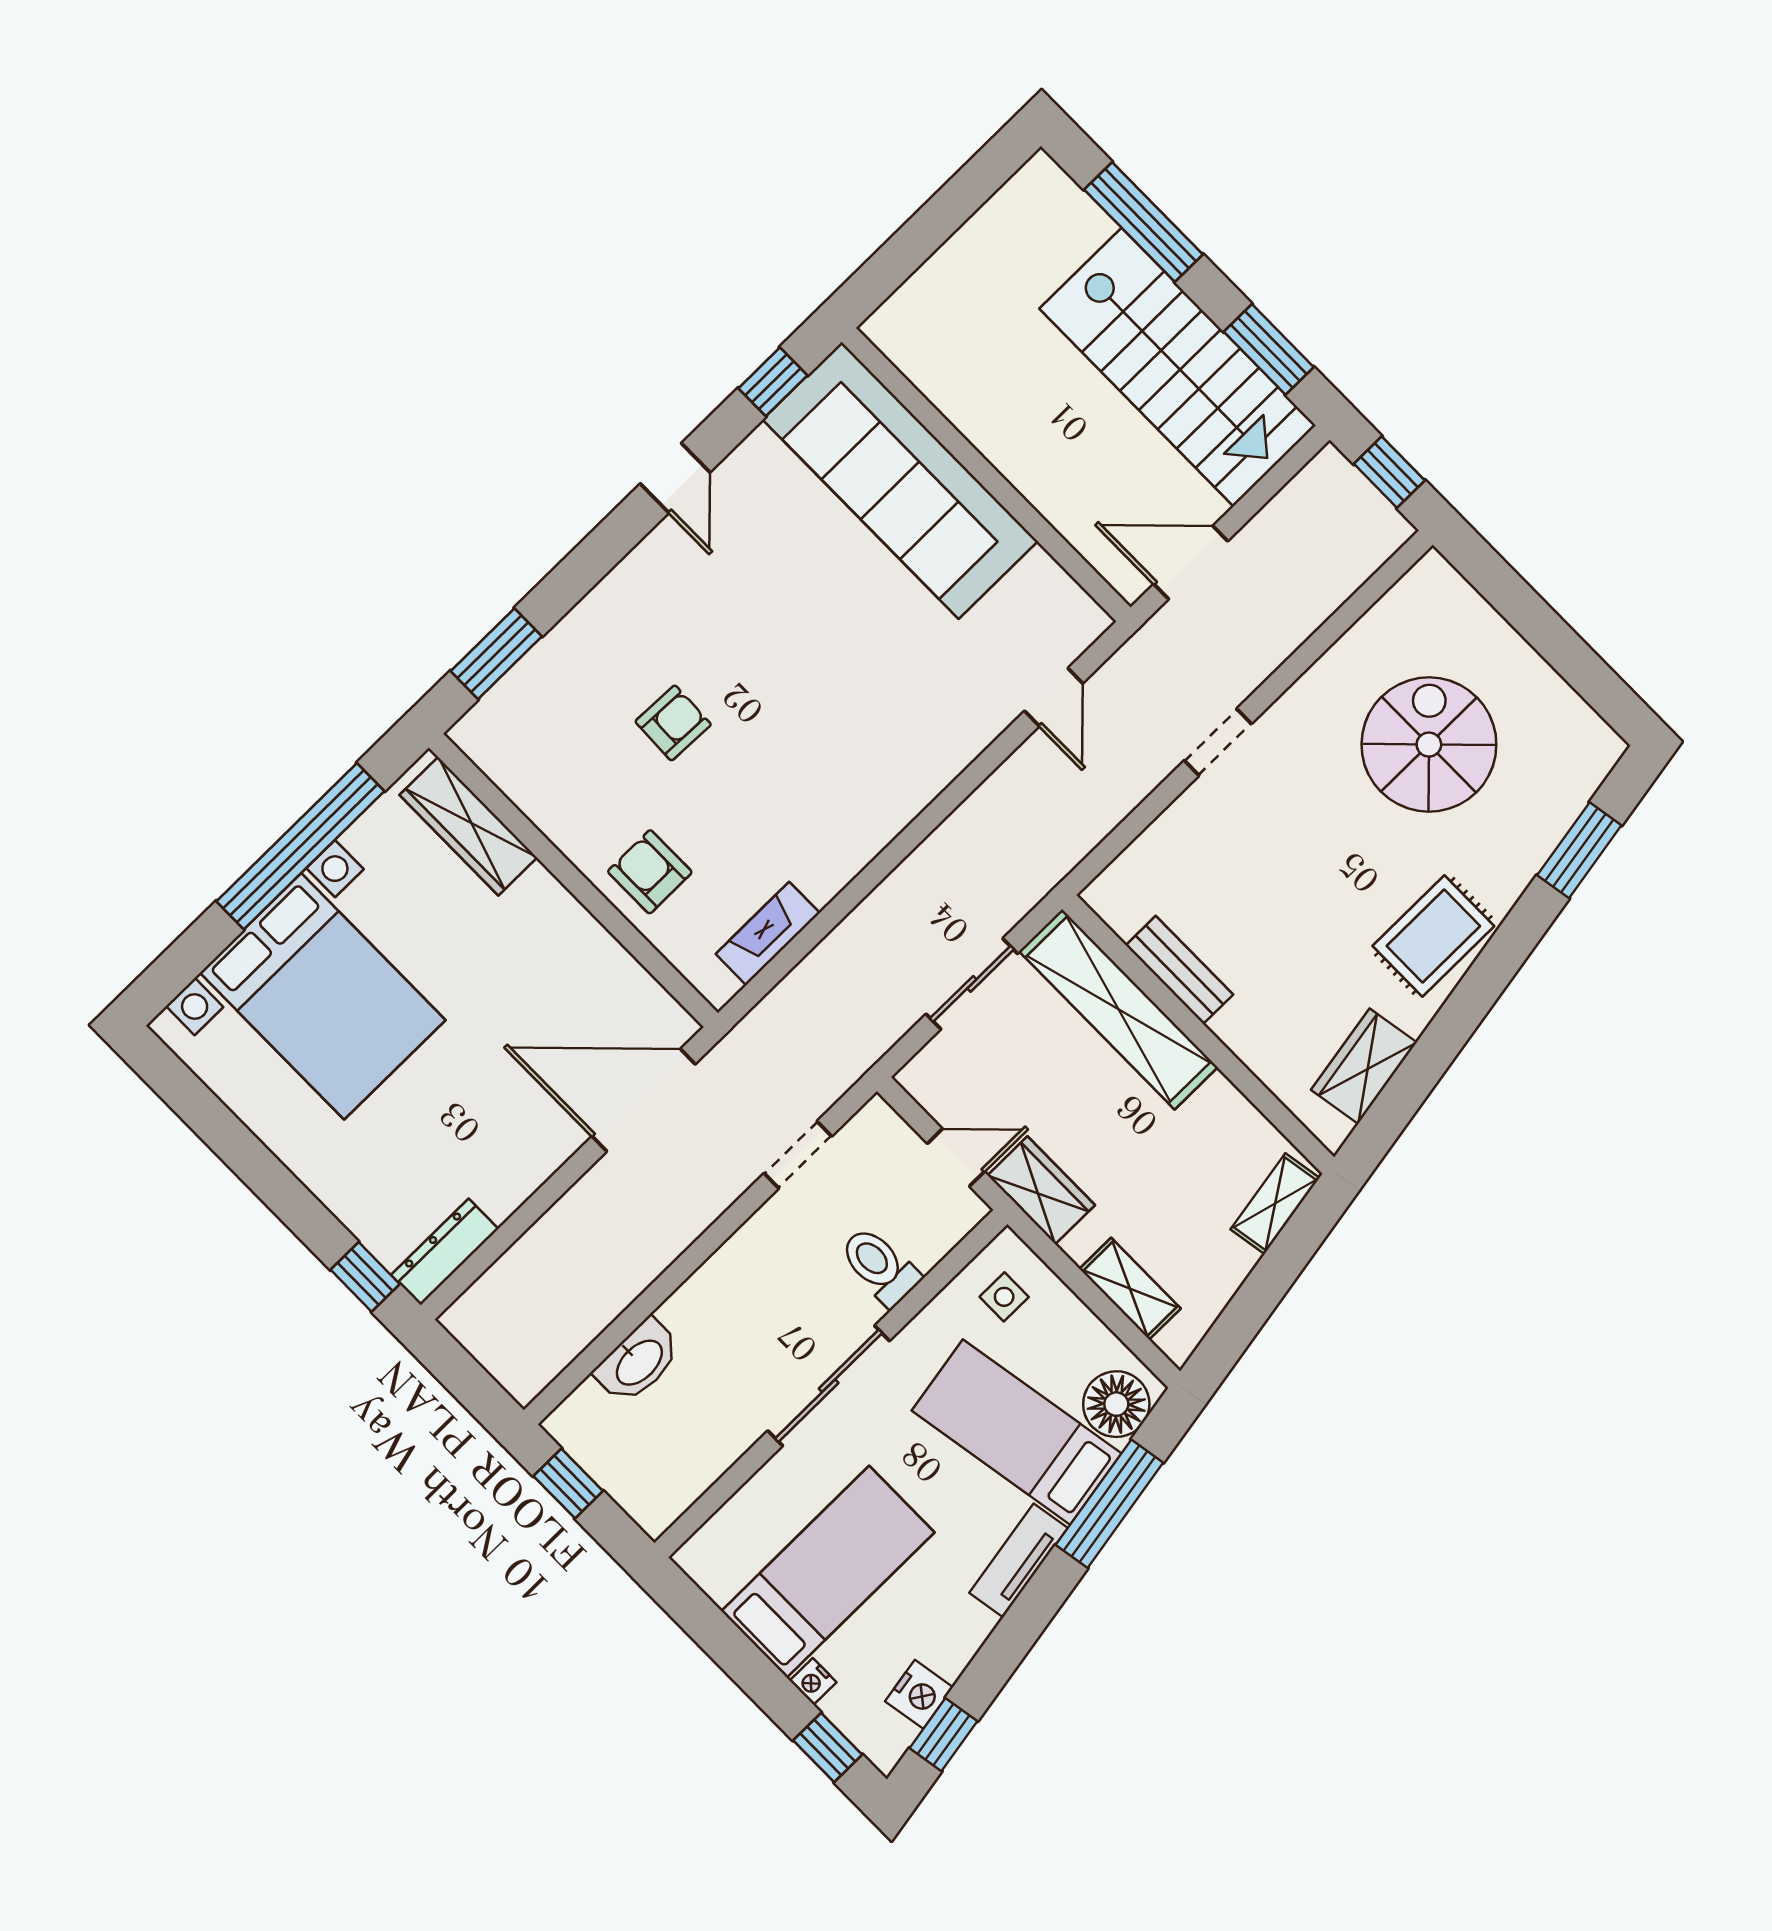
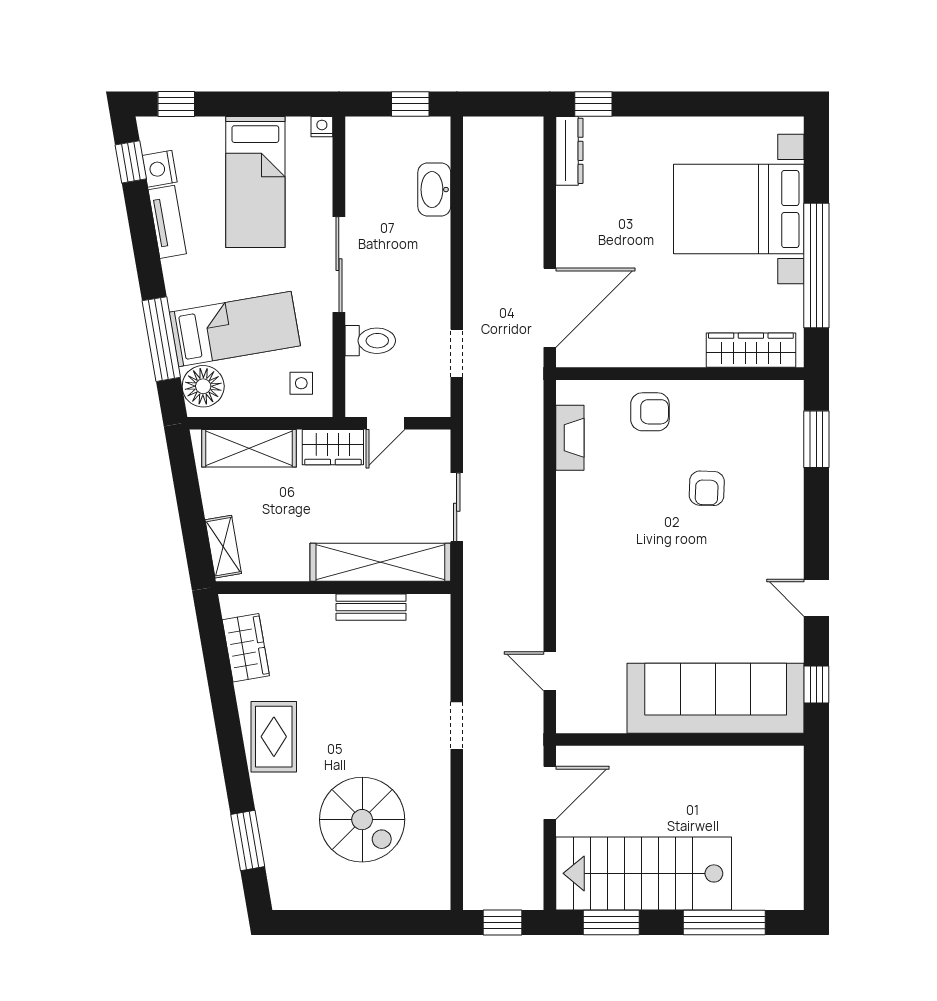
shelving: (1130, 1289) -> (249, 448), width x1.50, depth x1.33
tv unit: (1019, 1560) -> (167, 222), moved
nightstand: (813, 1681) -> (322, 127), moved

